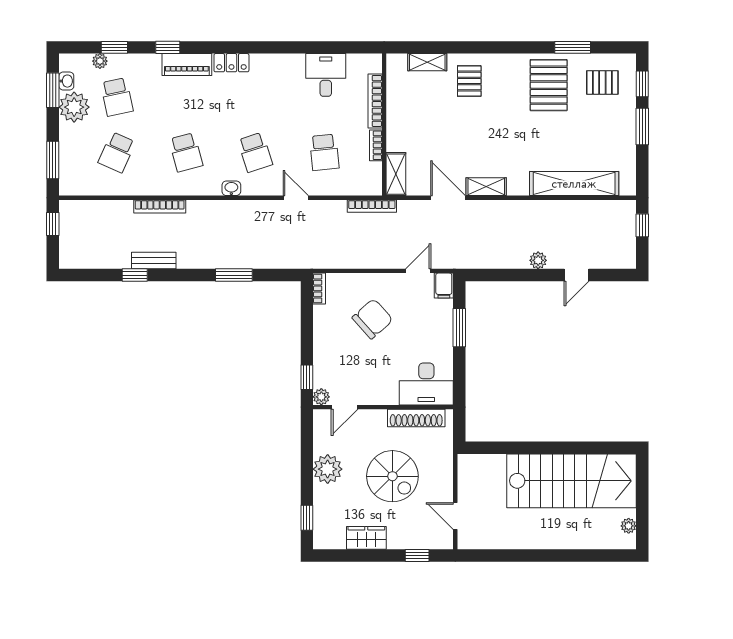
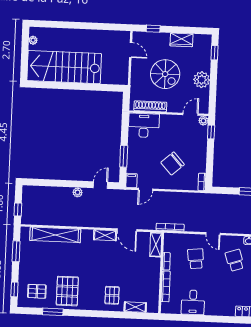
window: (642, 126) -> (16, 251), moved
door: (577, 275) -> (100, 185), moved
spiral stairs: (392, 476) -> (165, 74), turned 180

